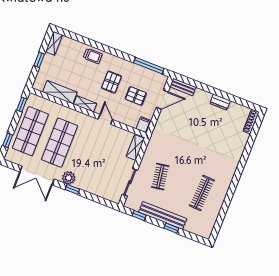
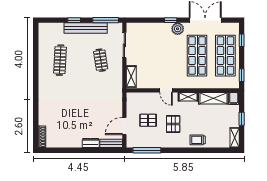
dresser: (220, 102) -> (91, 143), moved
filing cabinet: (143, 124) -> (234, 99), moved
window: (139, 215) -> (106, 20), width x2.17

